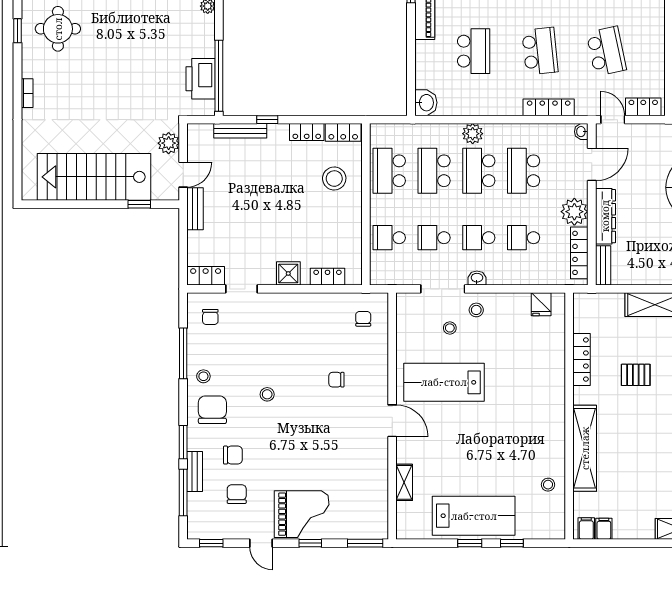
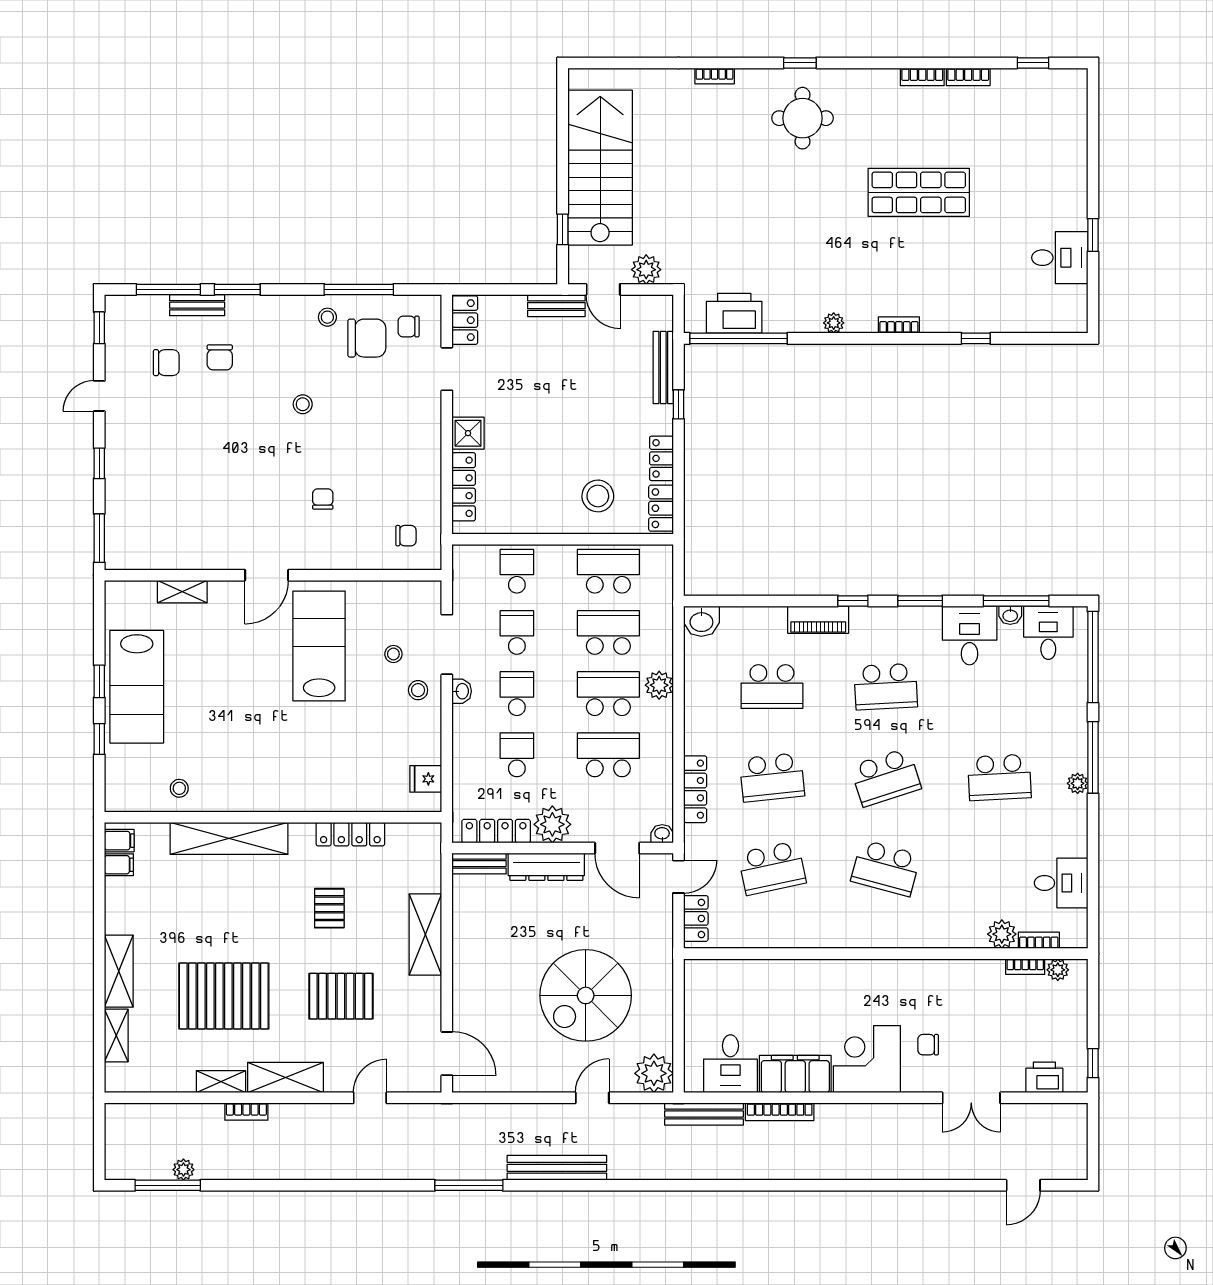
locker: (328, 277) -> (464, 487), width x1.53
chair: (212, 410) -> (367, 338), moved
grand piano: (302, 514) -> (139, 451), removed

